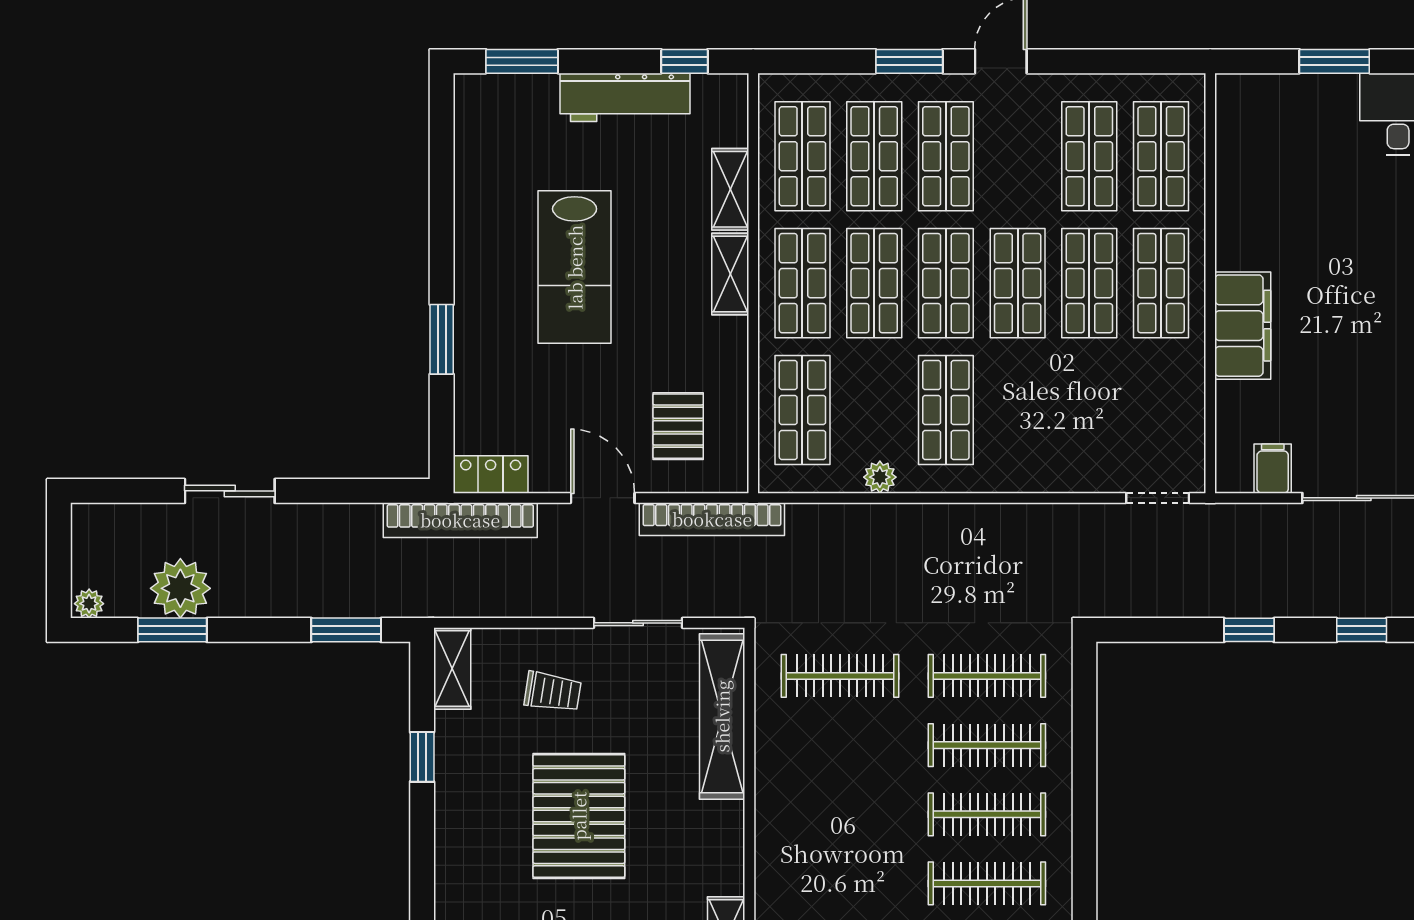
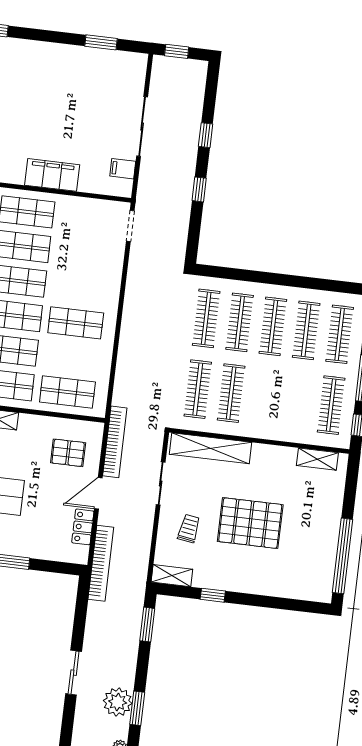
locker: (491, 474) -> (83, 527), moved
plant: (880, 477) -> (104, 359), removed
clothes rail: (840, 745) -> (231, 393), added

